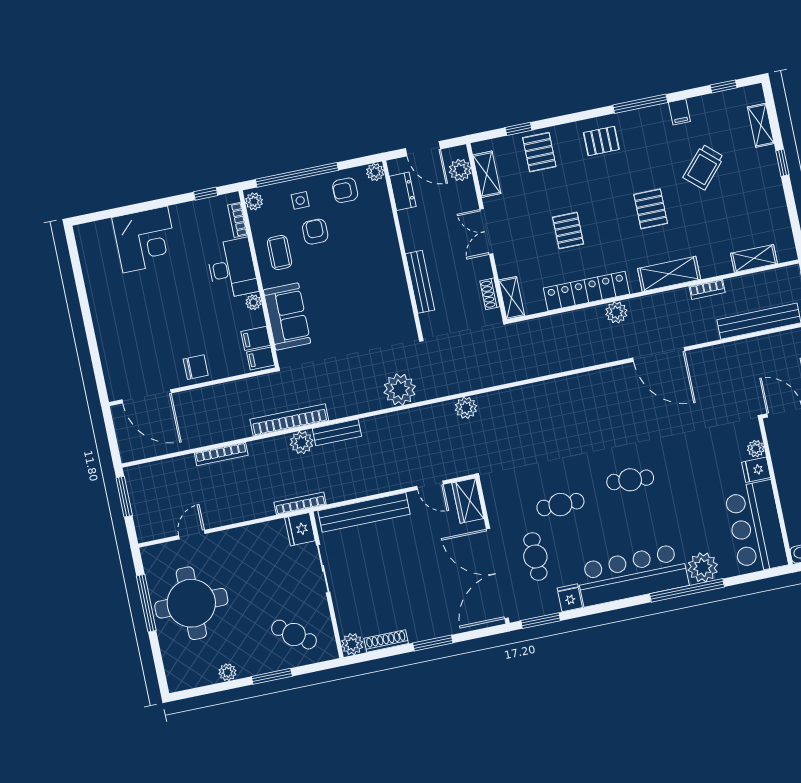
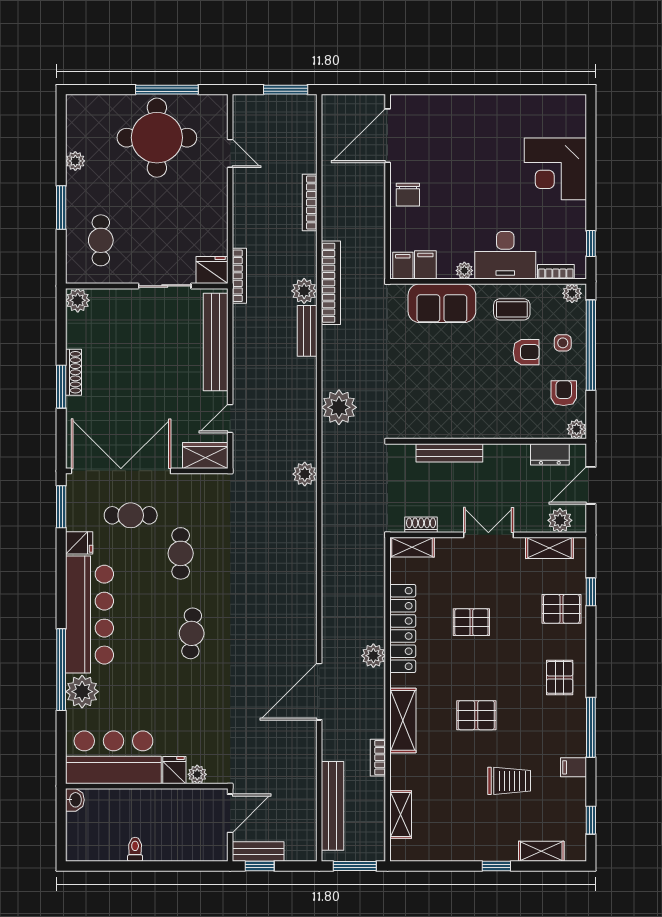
trolley: (703, 167) -> (509, 781), turned 138
cafe table: (294, 635) -> (101, 240), turned -36
shoe rack: (386, 641) -> (74, 372), moved

